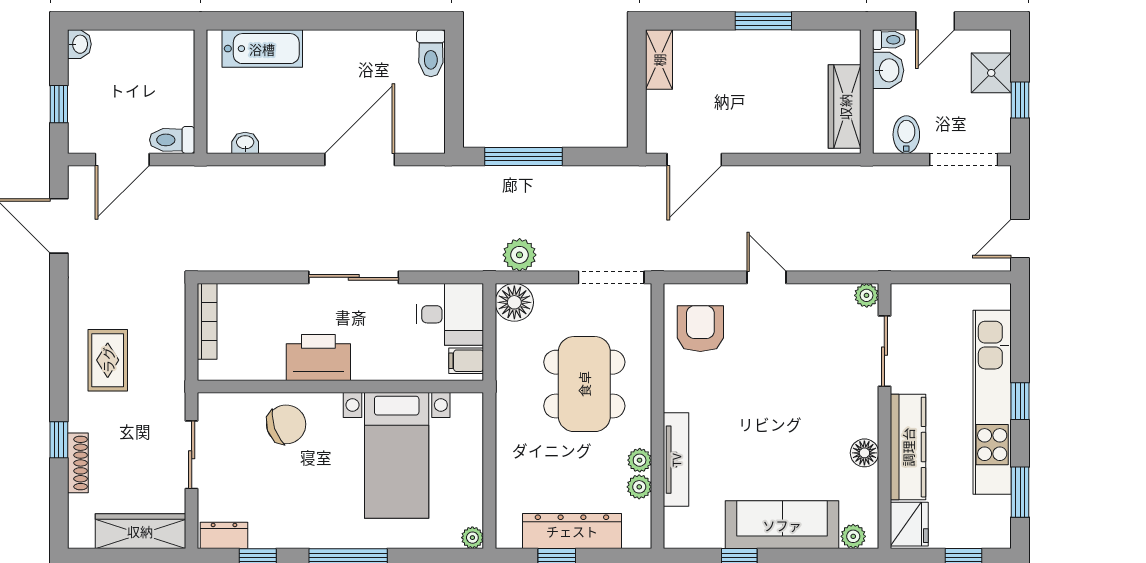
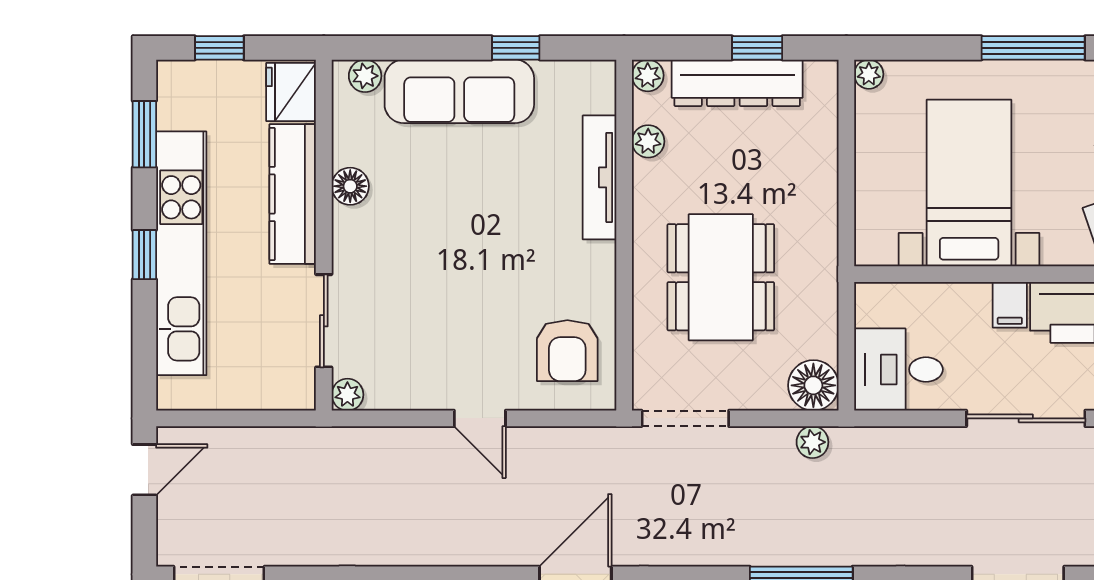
plant: (520, 255) -> (812, 442), width x0.73, depth x0.73
filing cabinet: (466, 361) -> (1010, 305), moved, turned 90
plant: (640, 460) -> (648, 75), moved

